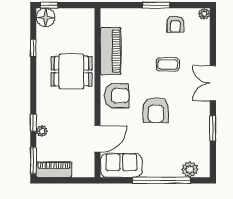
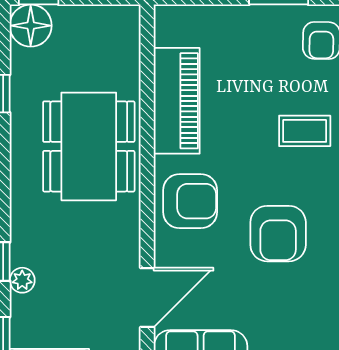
dining table: (71, 71) -> (89, 146), width x1.38

